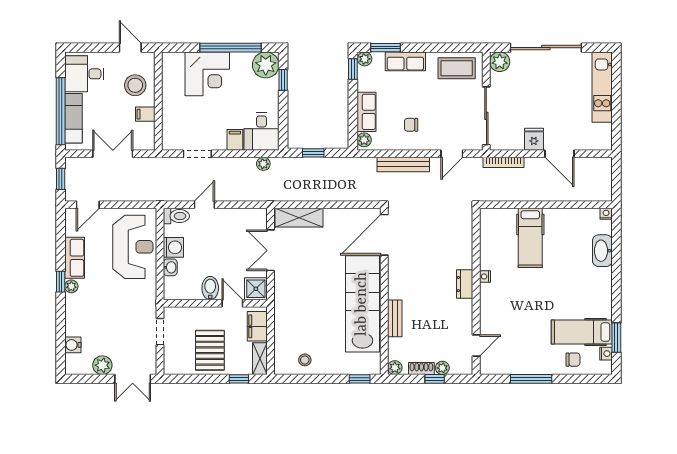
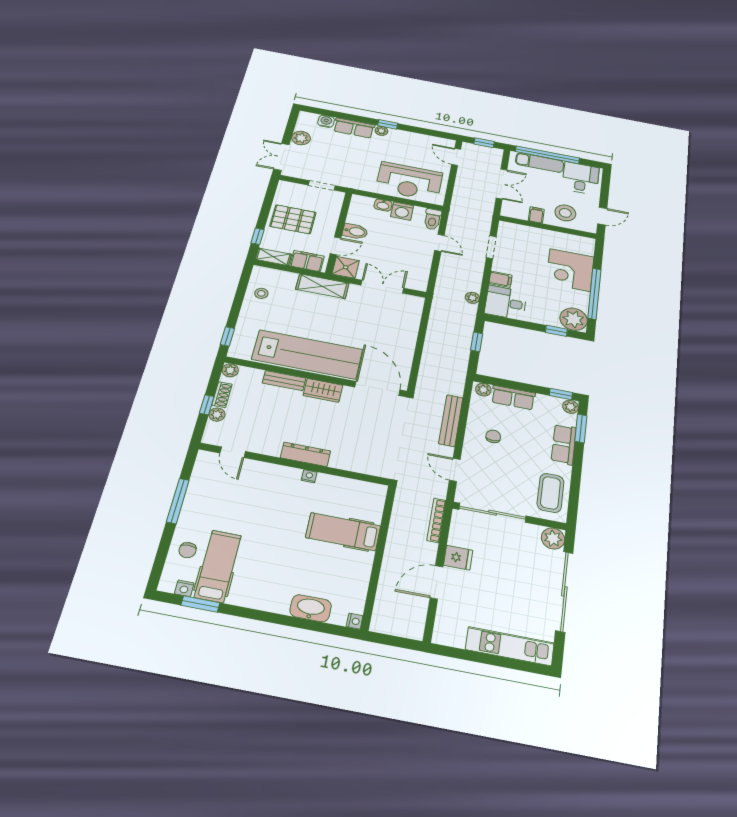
shelving: (299, 218) -> (322, 286), moved, turned 90
row of seats: (75, 258) -> (354, 128), moved
wardrobe: (397, 282) -> (323, 390), added
dresser: (465, 284) -> (305, 454), width x1.44

